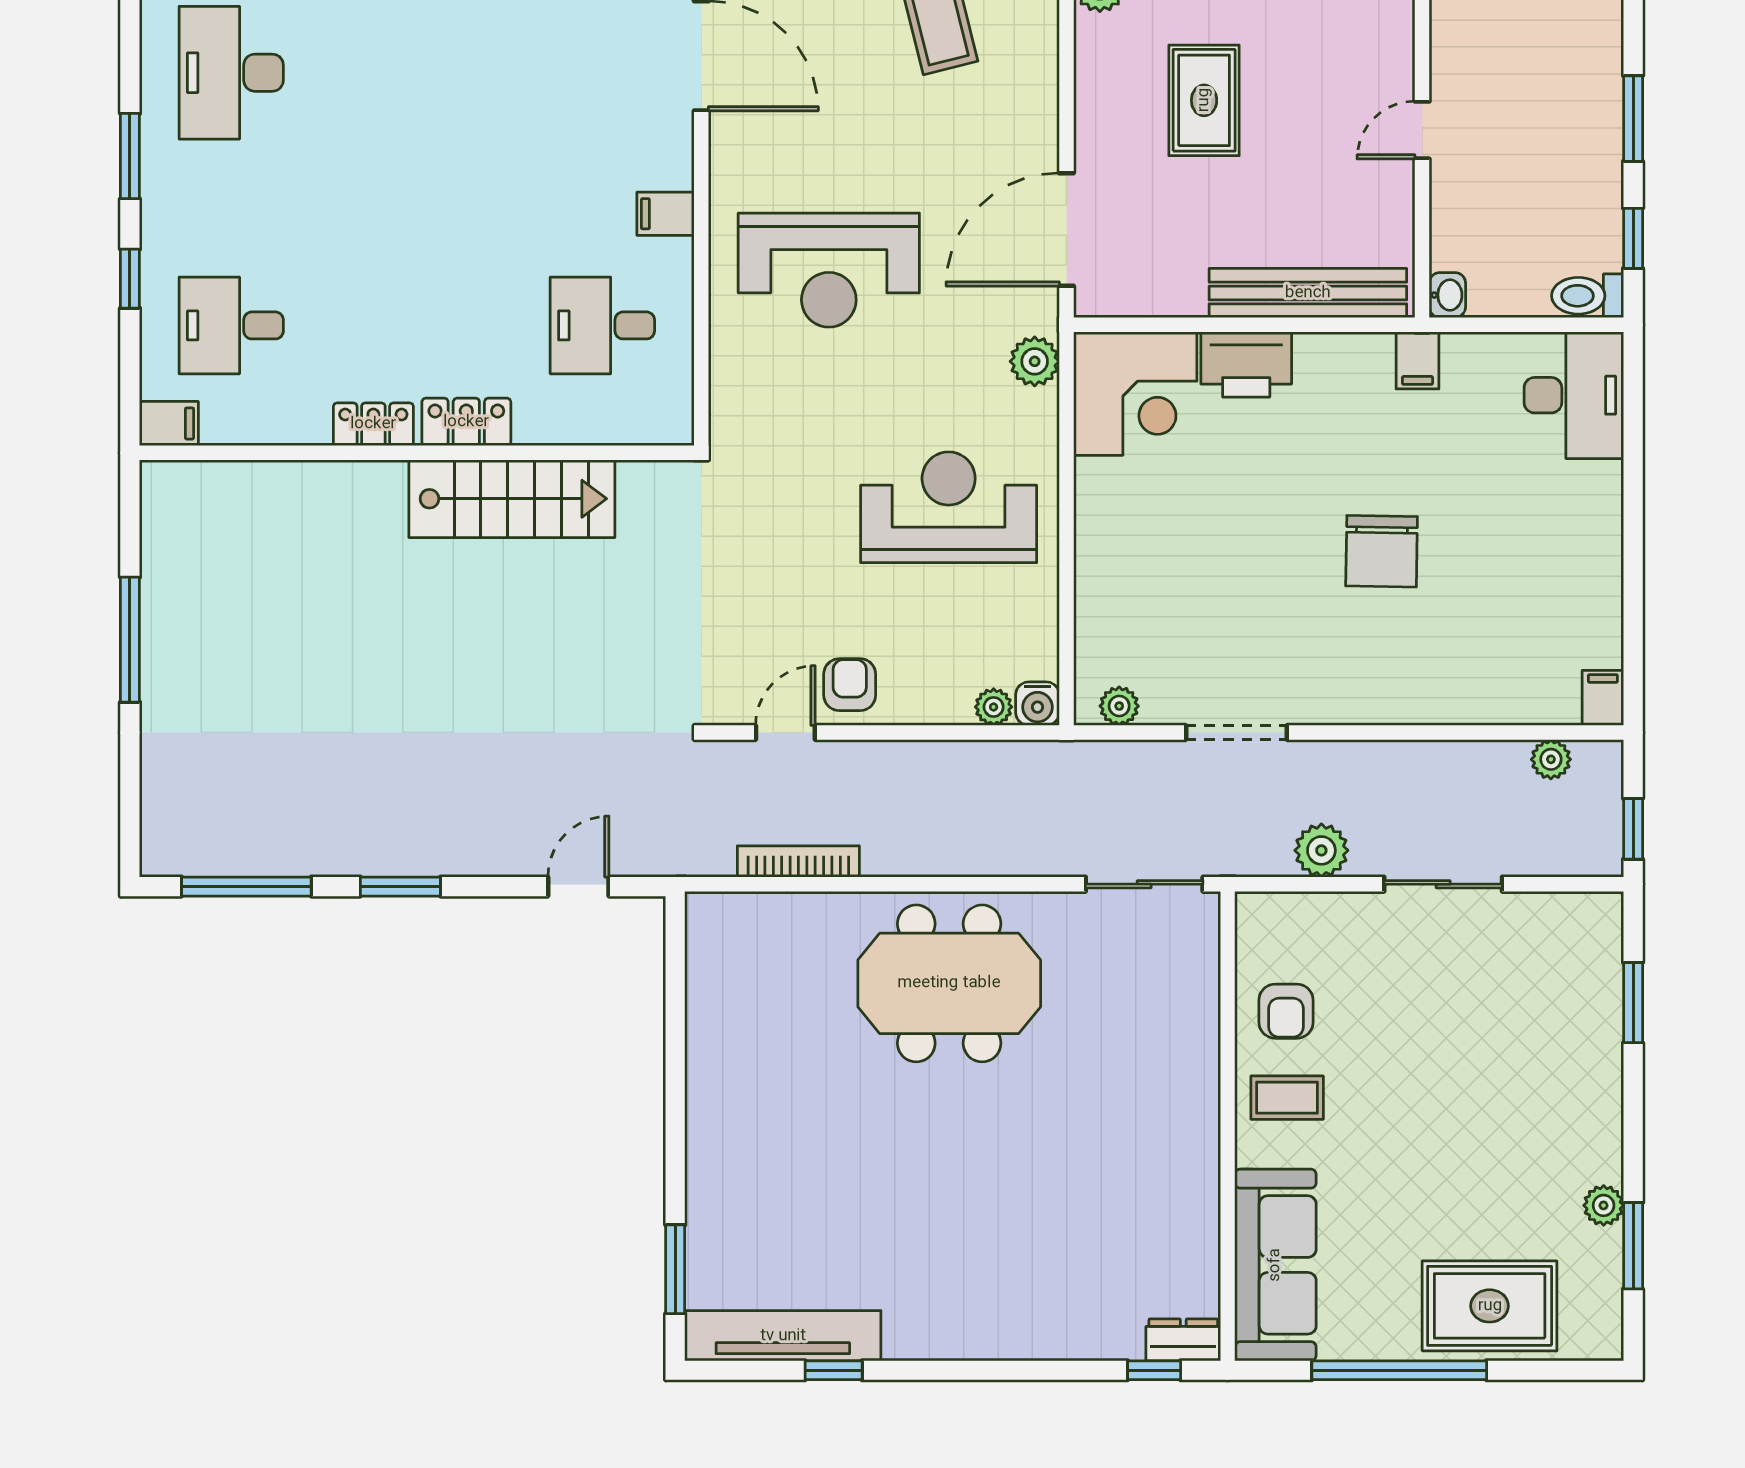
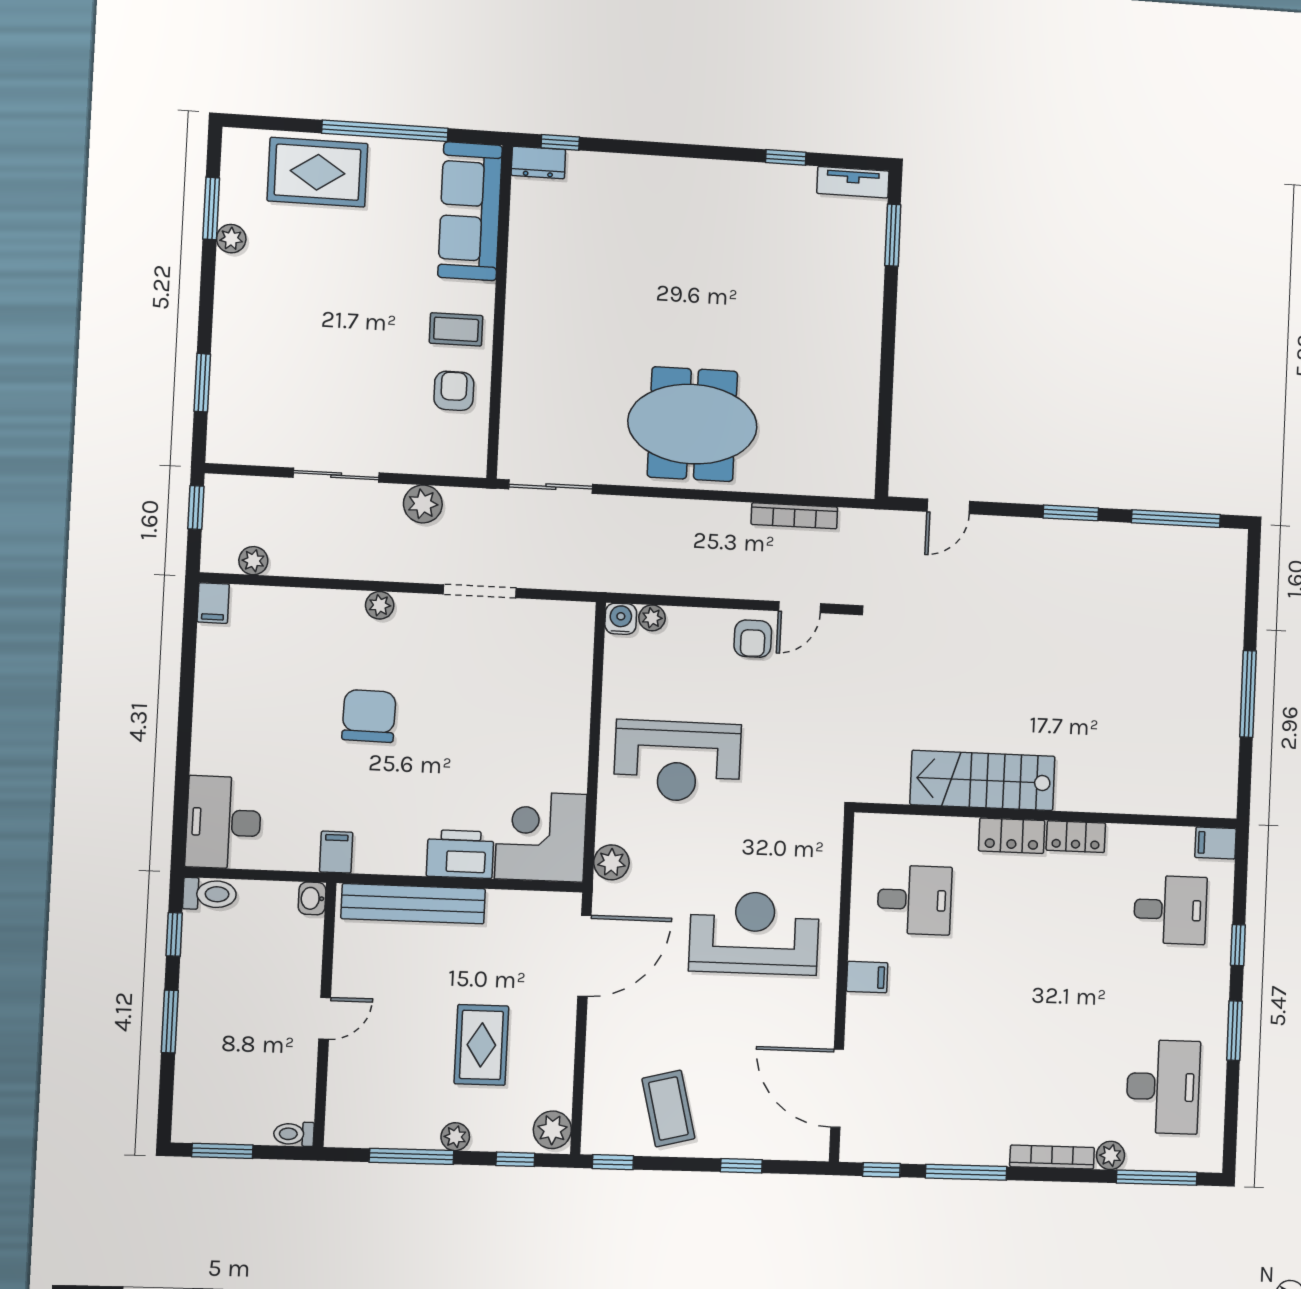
plant: (1119, 706) -> (380, 605), moved
tv unit: (783, 1336) -> (853, 182), width x0.52, depth x0.78

